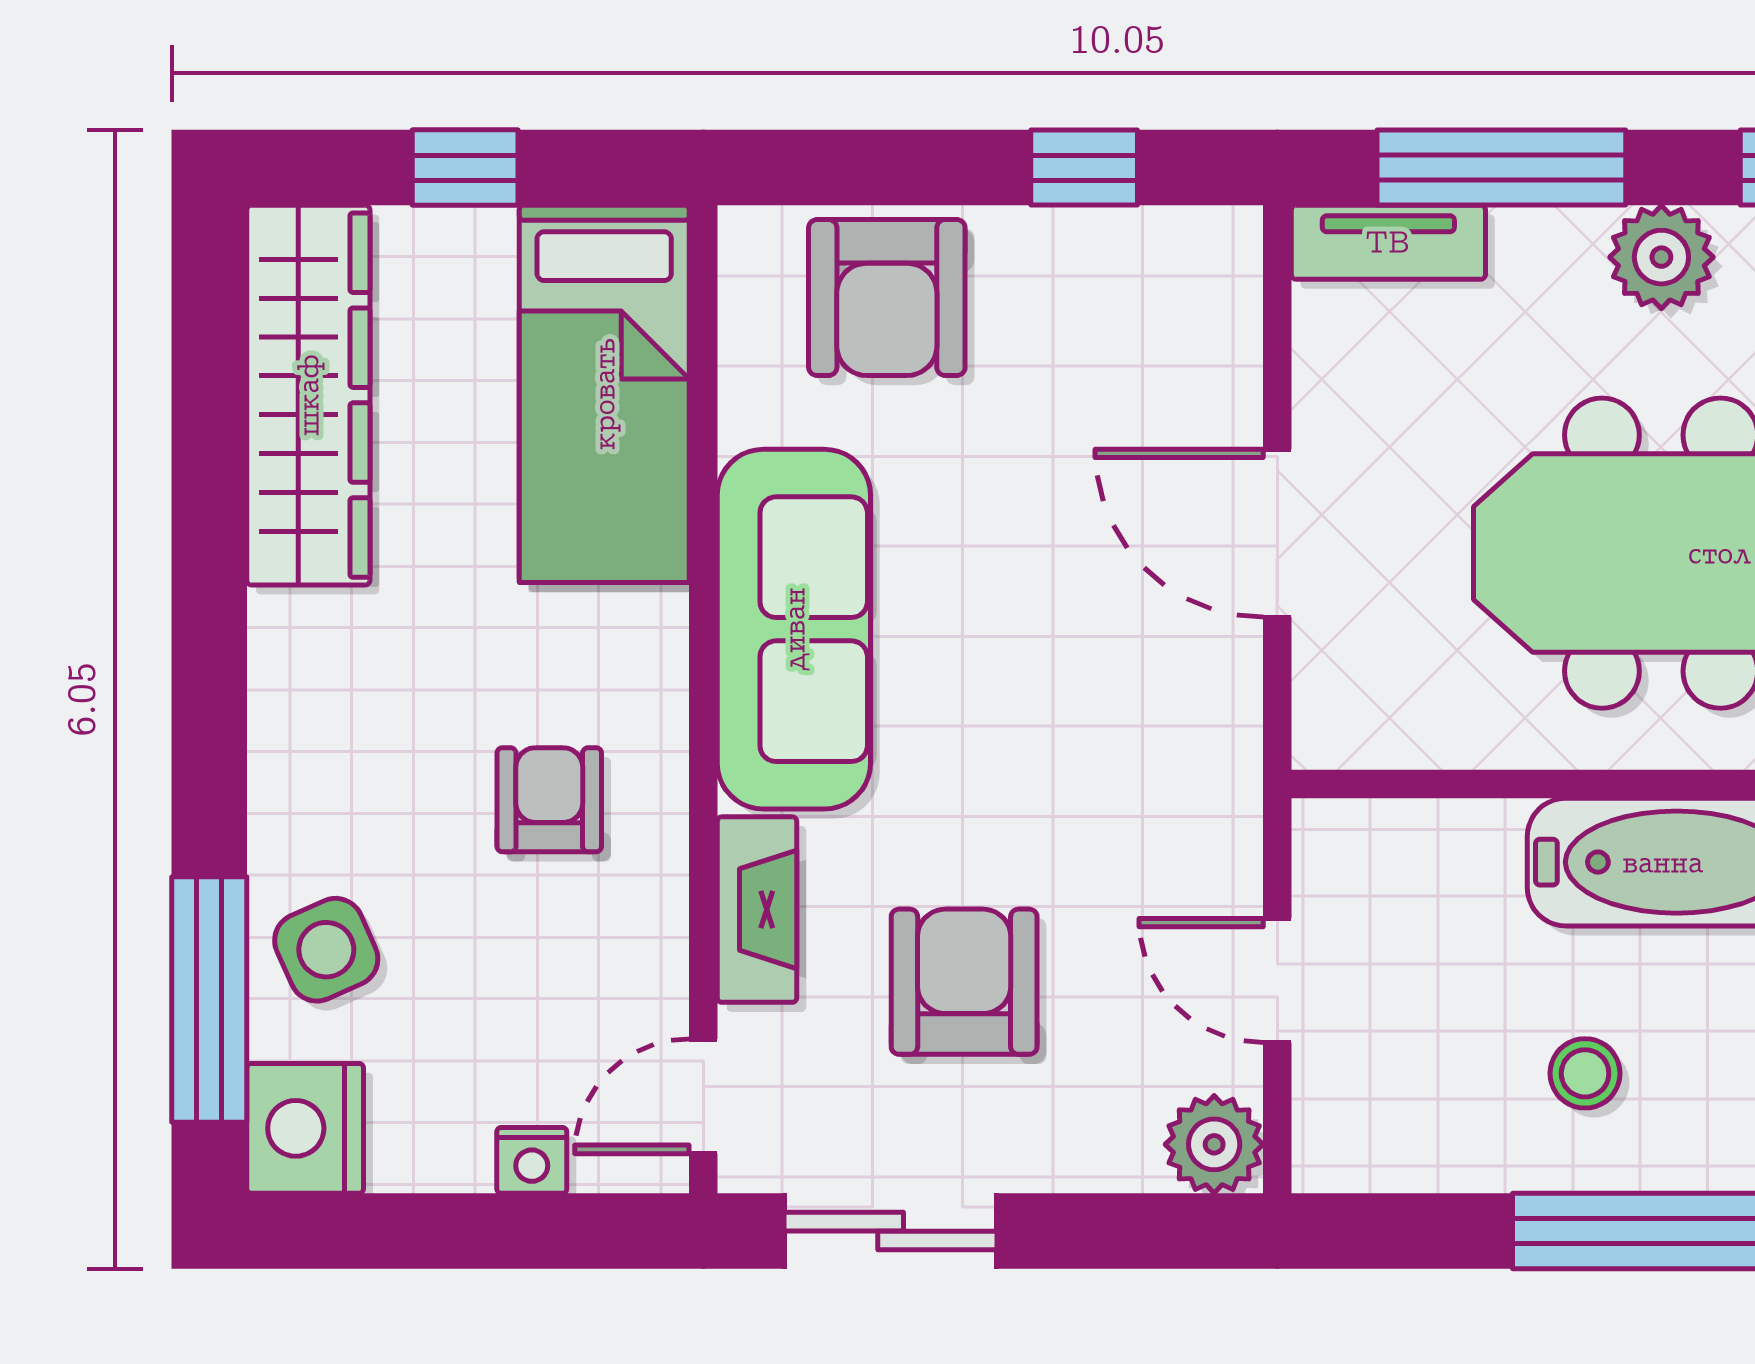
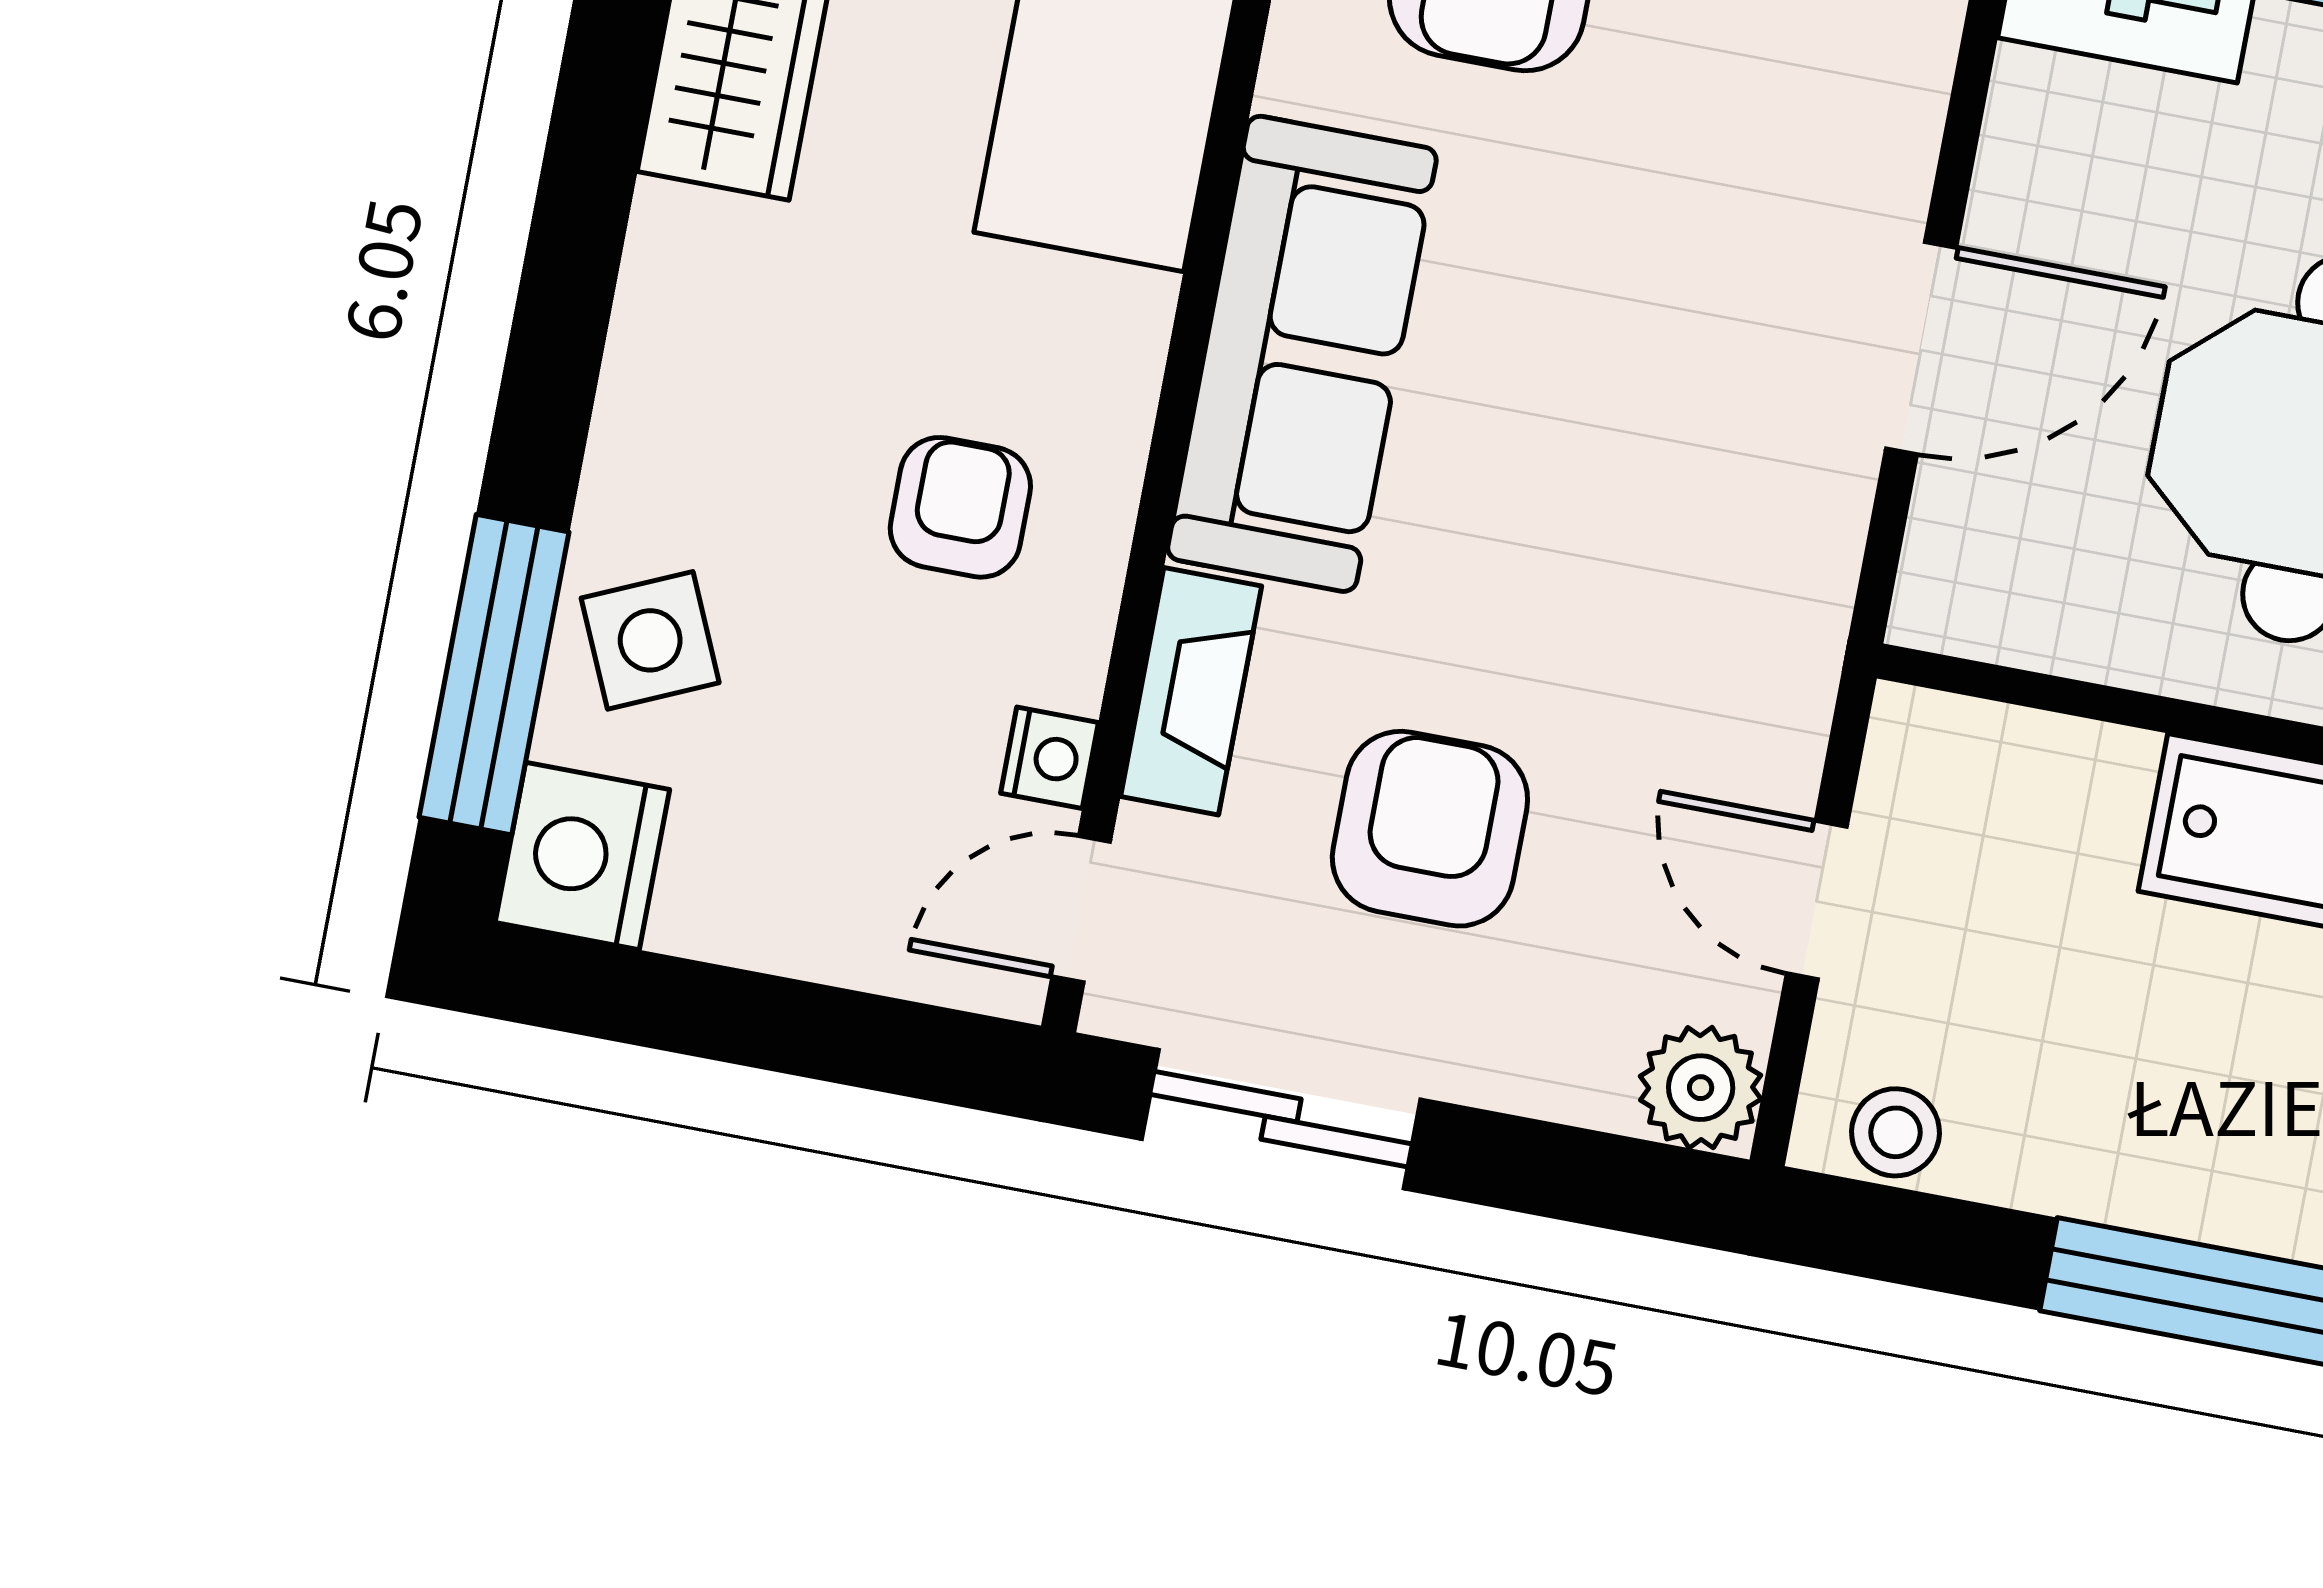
door: (1277, 533) -> (1921, 348), swing flipped
stool: (1585, 1073) -> (1896, 1132), moved
nightstand: (532, 1160) -> (1050, 758), moved, turned -90

